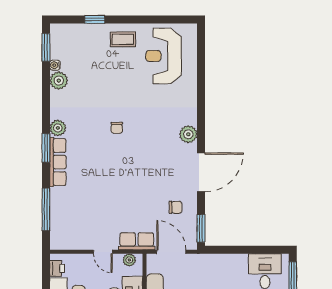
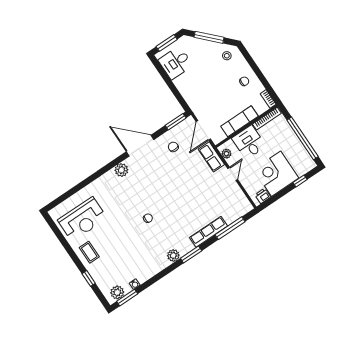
plant: (59, 81) -> (117, 292), moved
row of seats: (58, 162) -> (208, 232), moved

